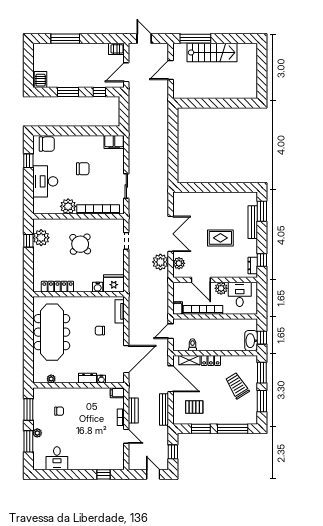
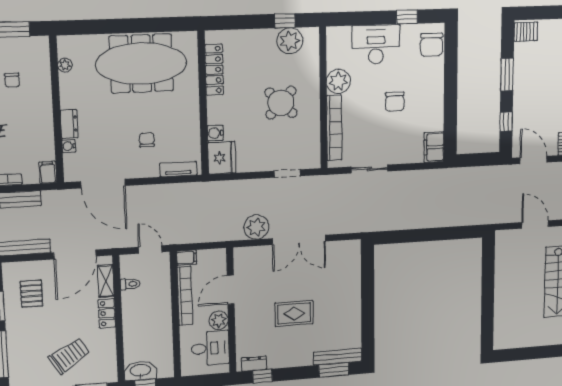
bench: (253, 222) -> (338, 357), moved
rug: (220, 238) -> (294, 313), turned 90
plant: (179, 263) -> (255, 255), removed

